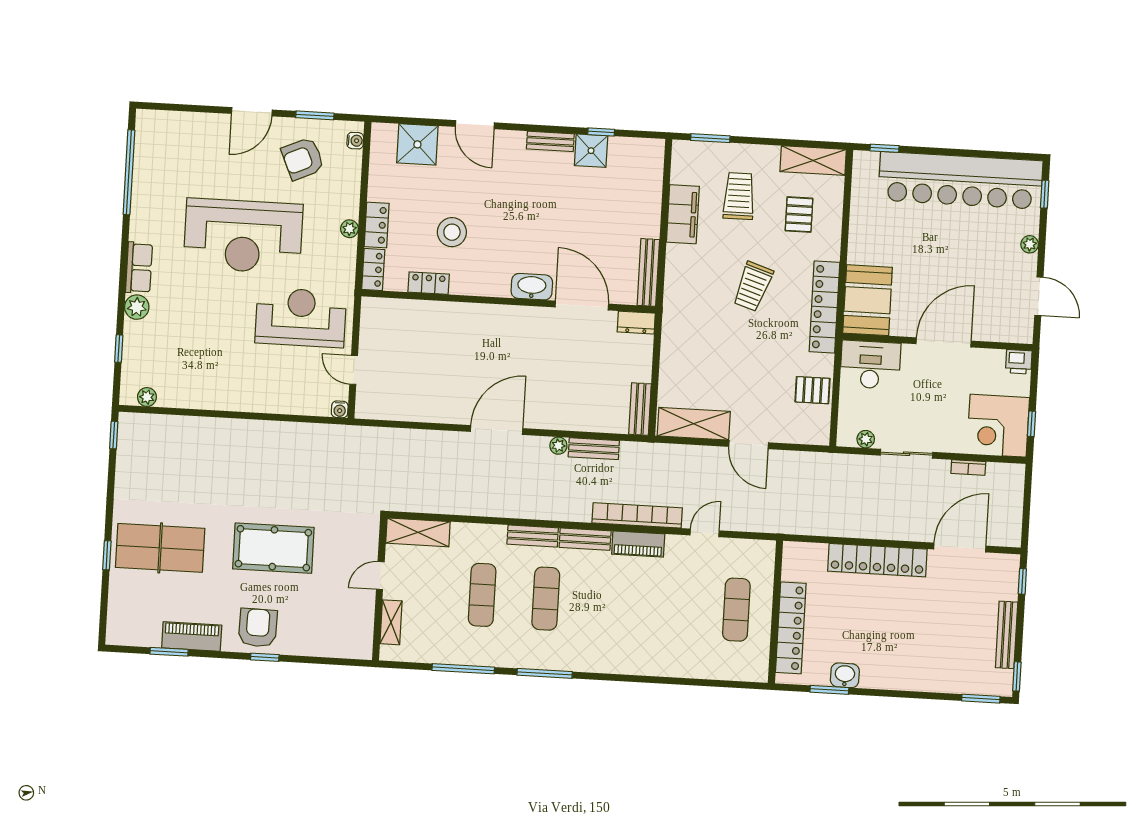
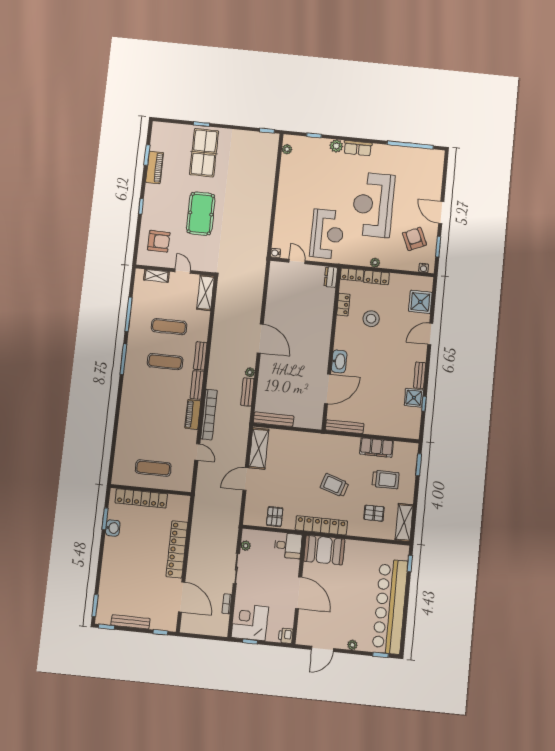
dresser: (636, 323) -> (331, 277), moved
desk: (870, 365) -> (288, 546), width x0.73
door: (354, 370) -> (297, 261), hinge flipped
bench: (640, 409) -> (274, 419), width x1.36
armchair: (258, 628) -> (159, 241), moved

